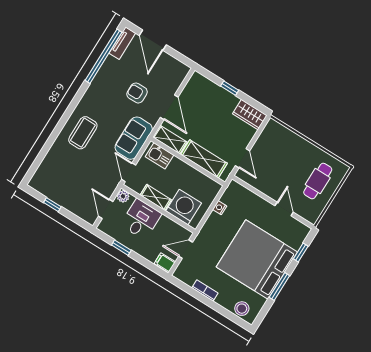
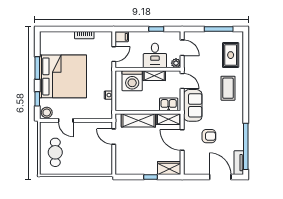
wardrobe: (250, 115) -> (169, 168), moved
rug: (57, 167) -> (231, 55), added
window: (52, 205) -> (219, 29), width x2.17
stool: (242, 309) -> (47, 112), moved

